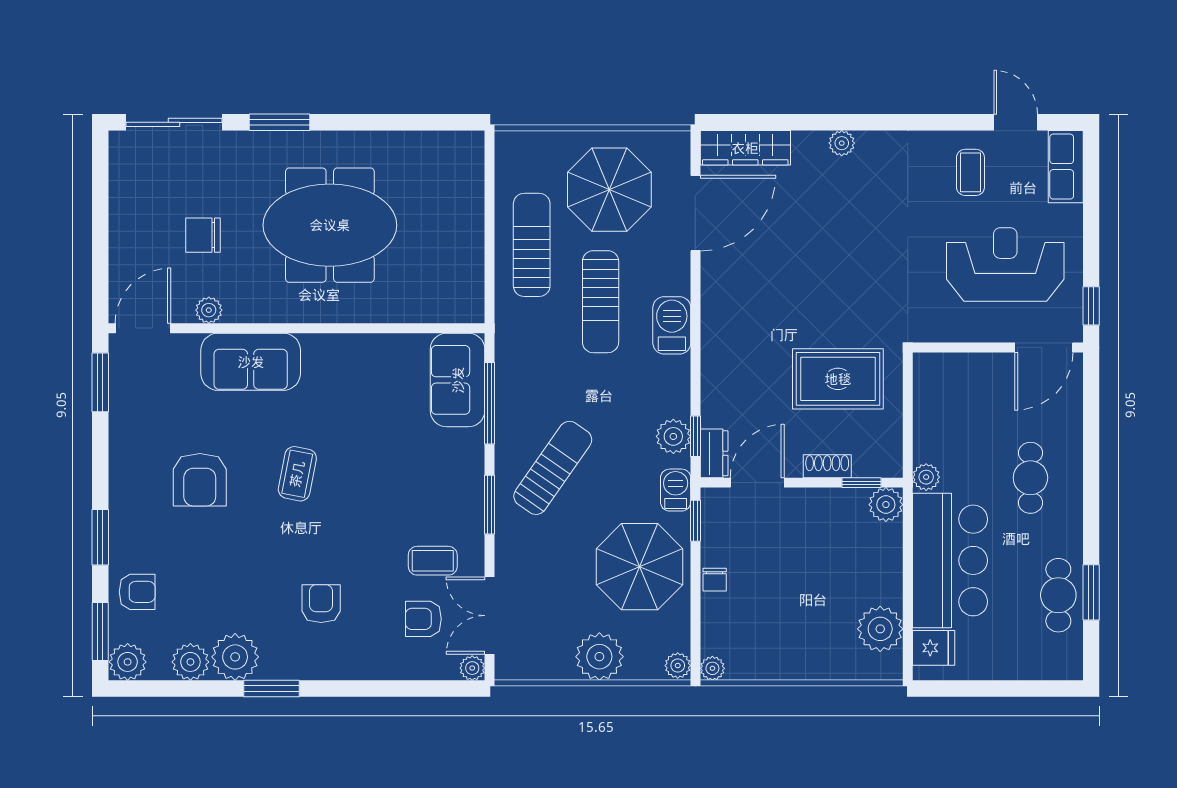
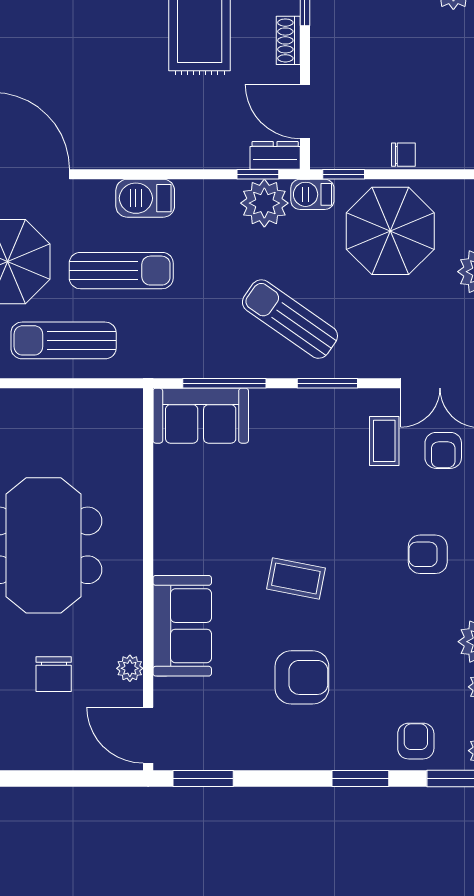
plant: (673, 436) -> (264, 203), width x1.36, depth x1.36

